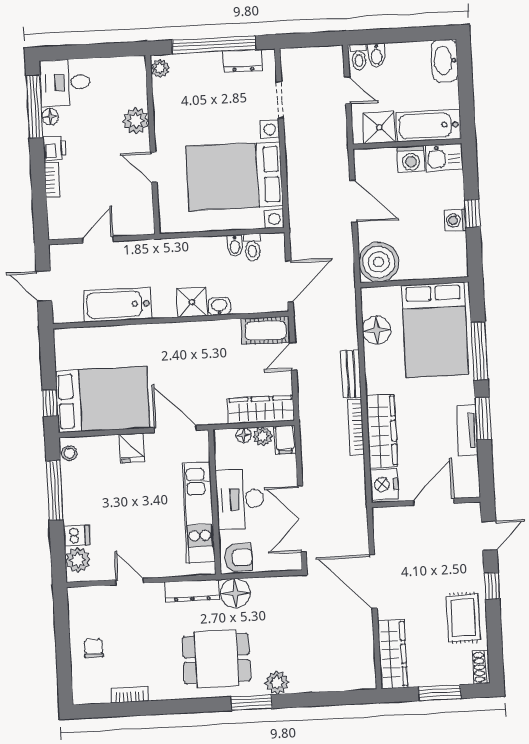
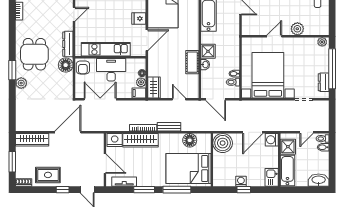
washing machine: (411, 159) -> (272, 140), moved
cot: (266, 330) -> (192, 62), moved
wardrobe: (261, 410) -> (154, 87), width x0.67
tv unit: (467, 431) -> (124, 182), moved

